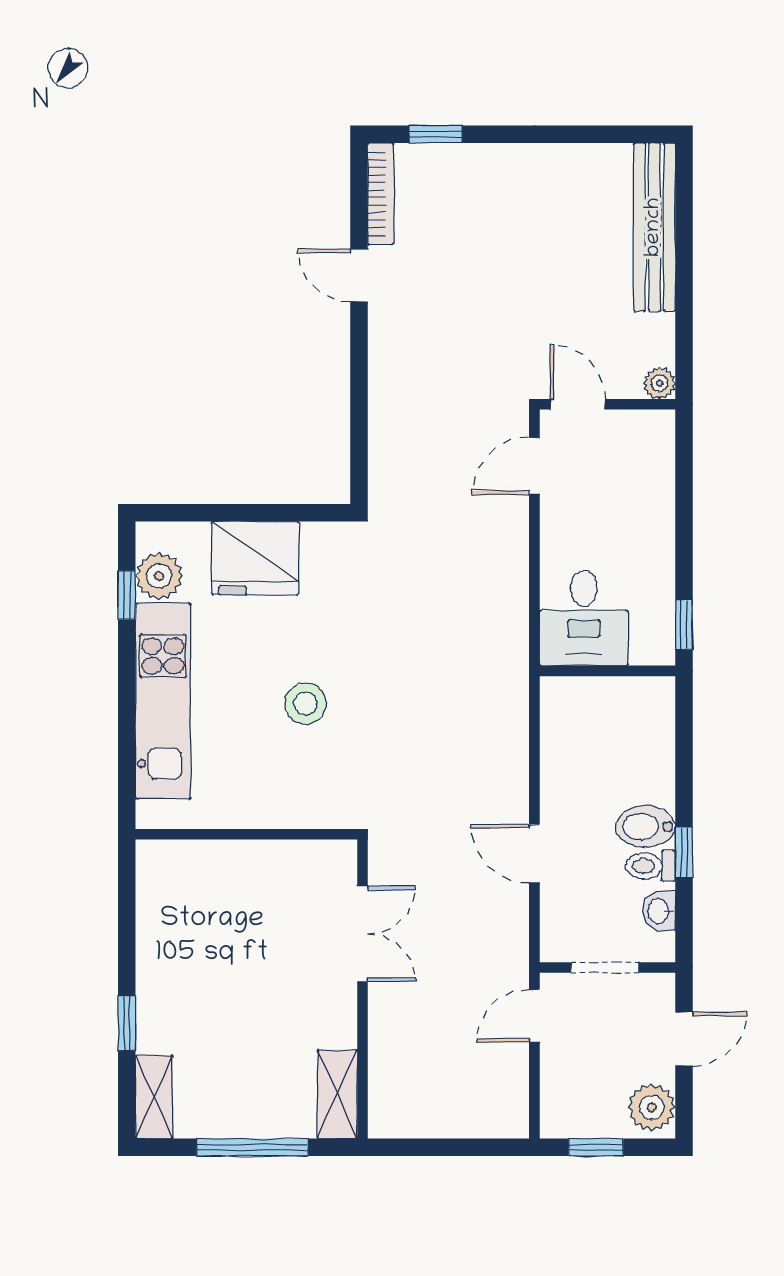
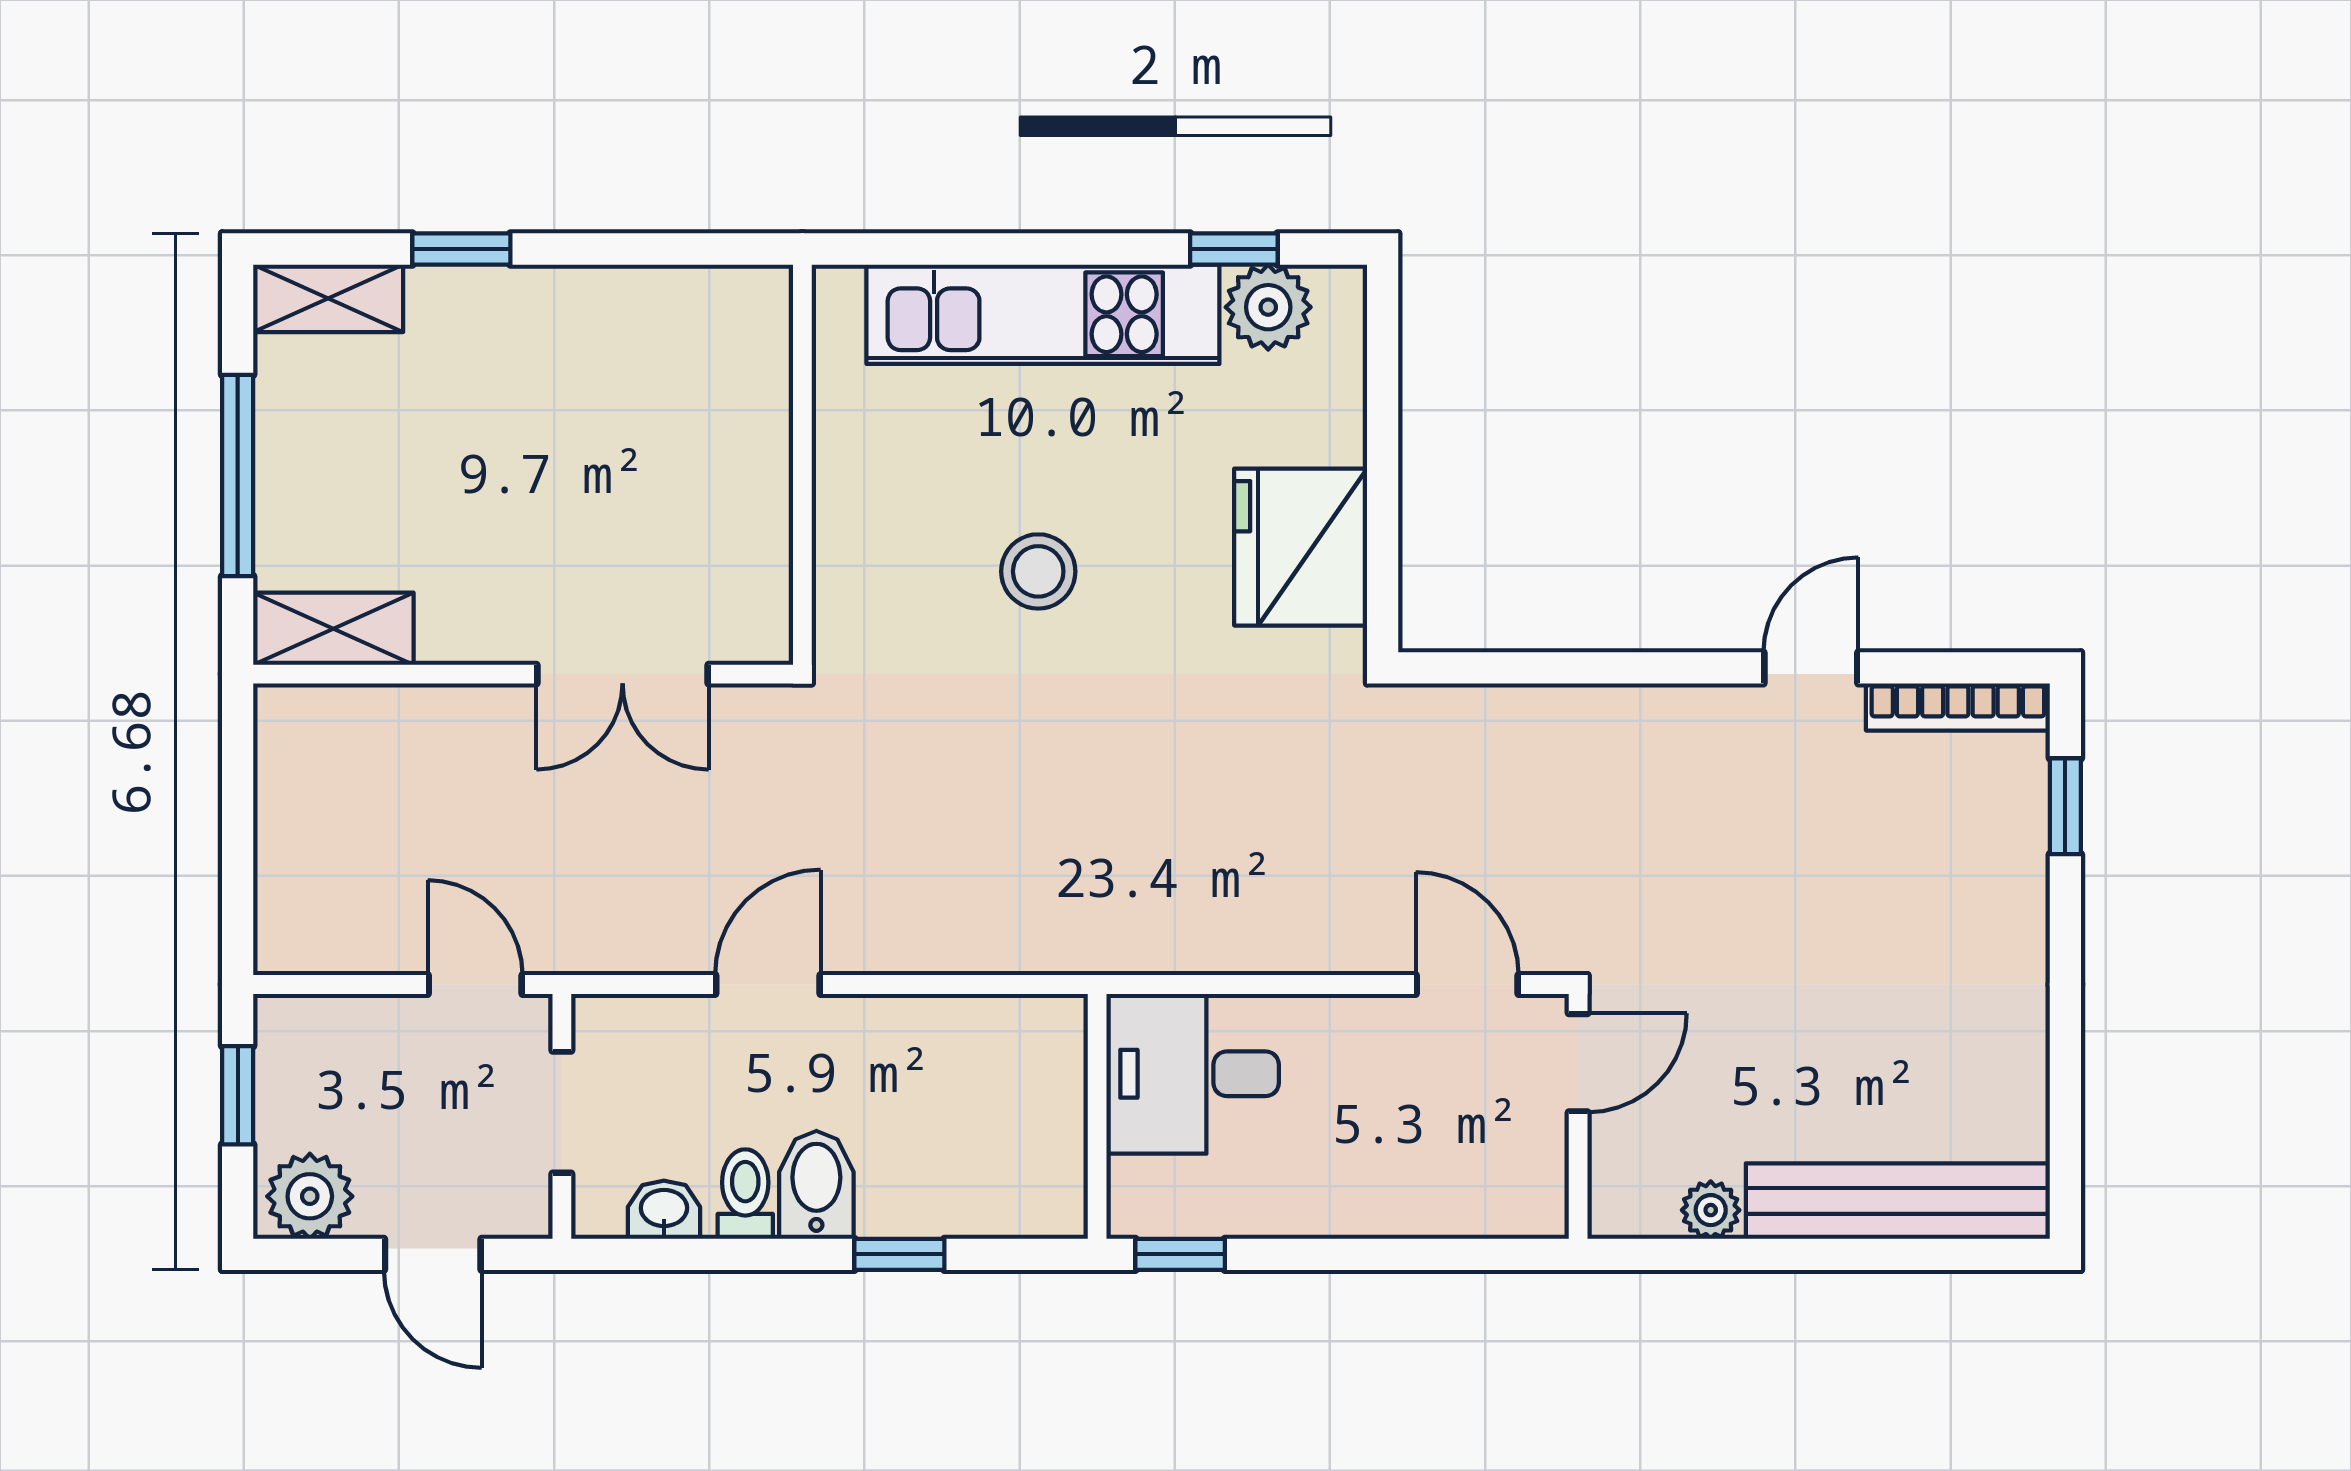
plant: (659, 383) -> (1711, 1210), moved
fridge: (255, 558) -> (1301, 547), moved
window: (684, 852) -> (899, 1254), moved

